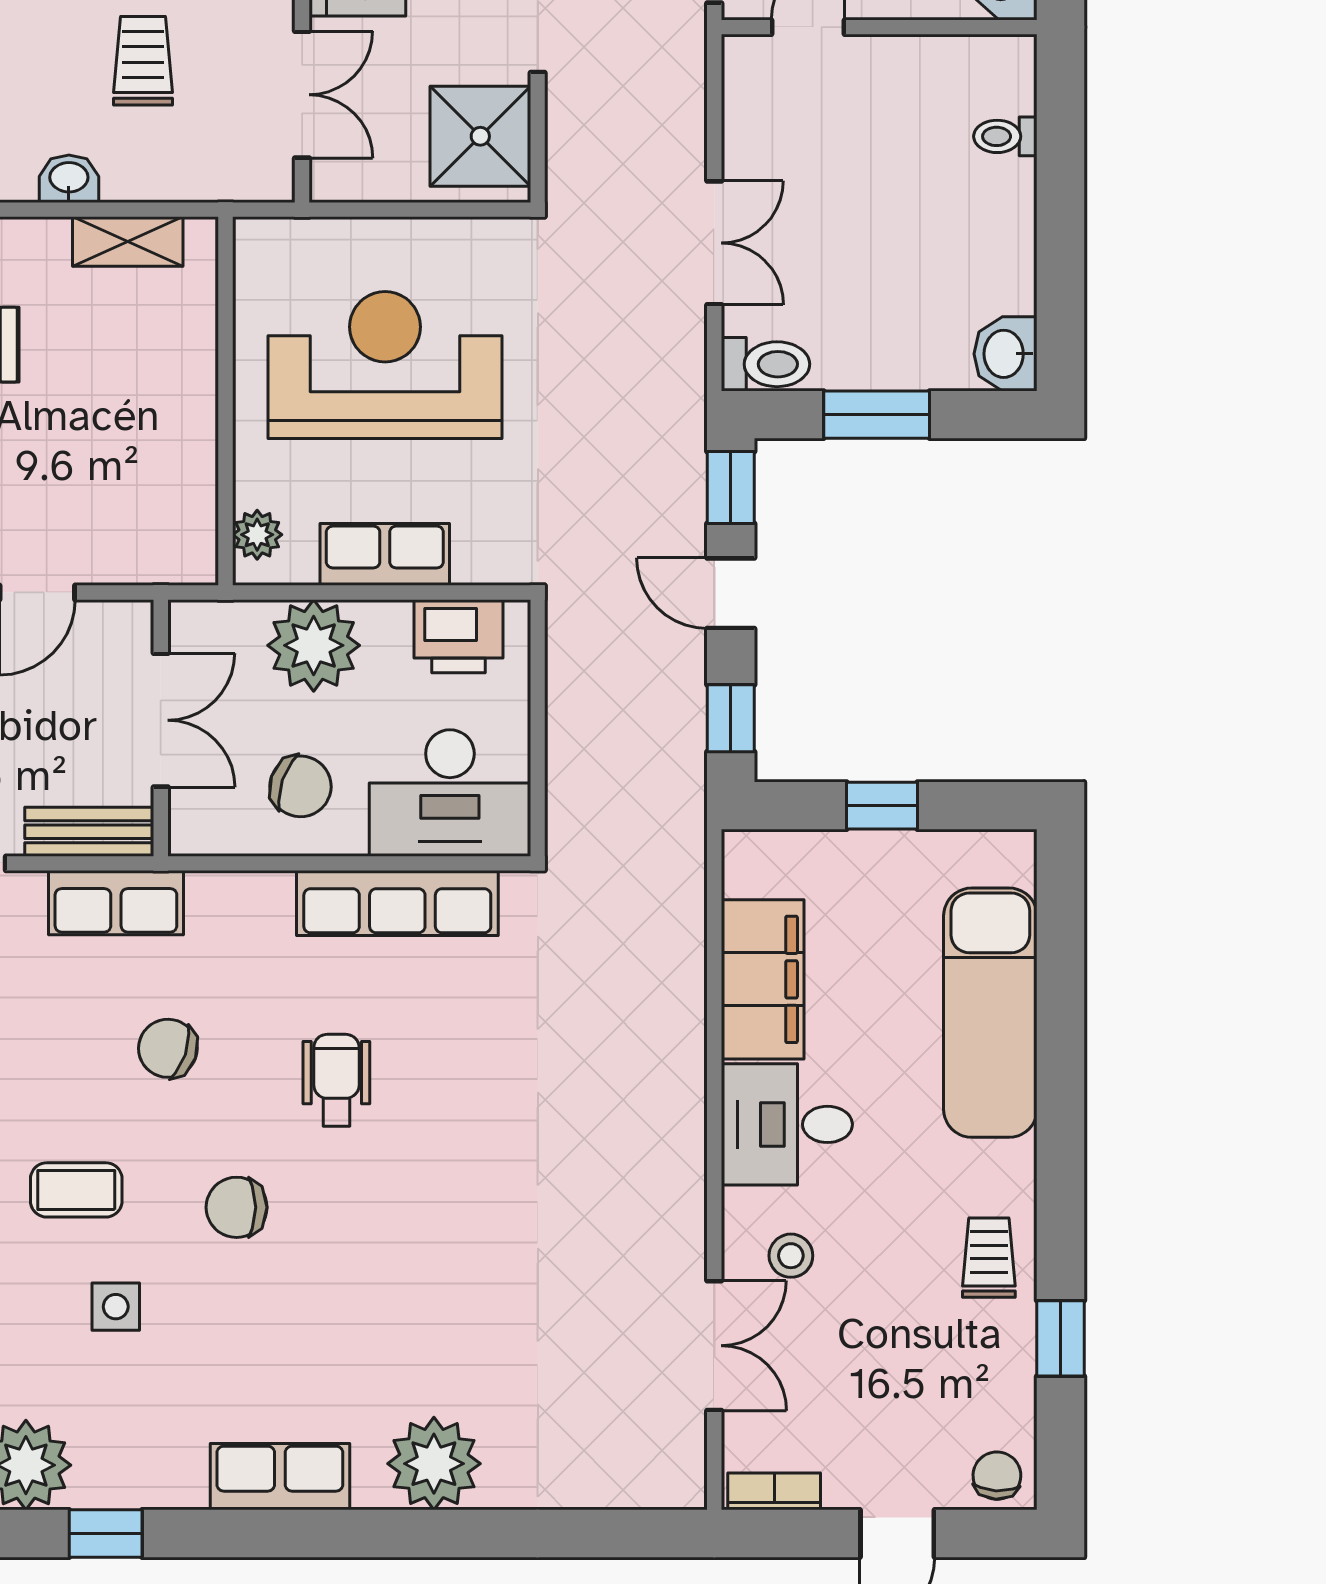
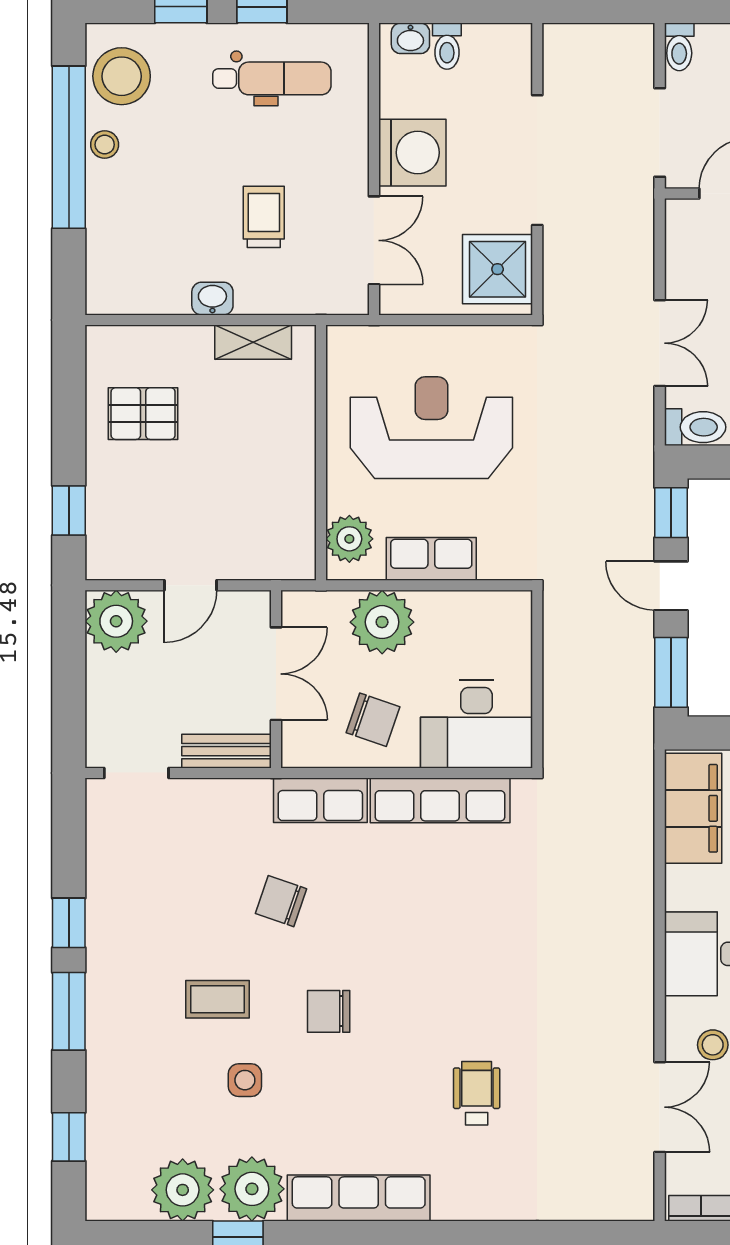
plant: (257, 535) -> (349, 539), width x1.38, depth x1.38
printer: (459, 636) -> (482, 616), removed
window: (731, 718) -> (671, 672), width x1.50
row of seats: (116, 903) -> (320, 800), moved
filing cabinet: (763, 979) -> (693, 808), moved
wheelchair: (336, 1080) -> (477, 1093), moved
plant: (434, 1464) -> (252, 1189), moved
row of seats: (280, 1477) -> (359, 1198), width x1.48

